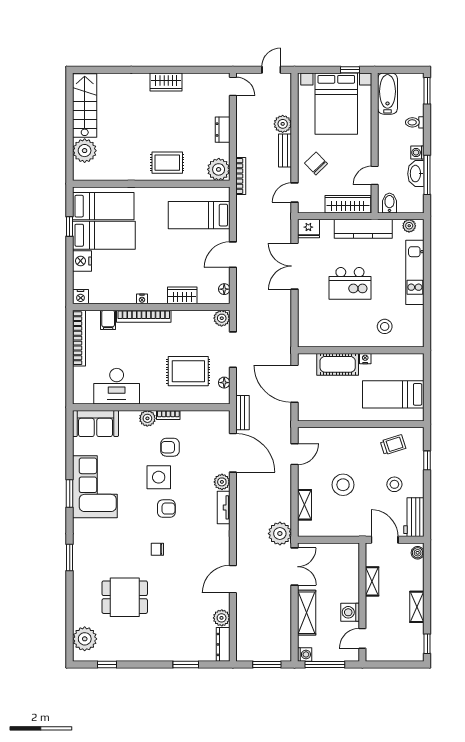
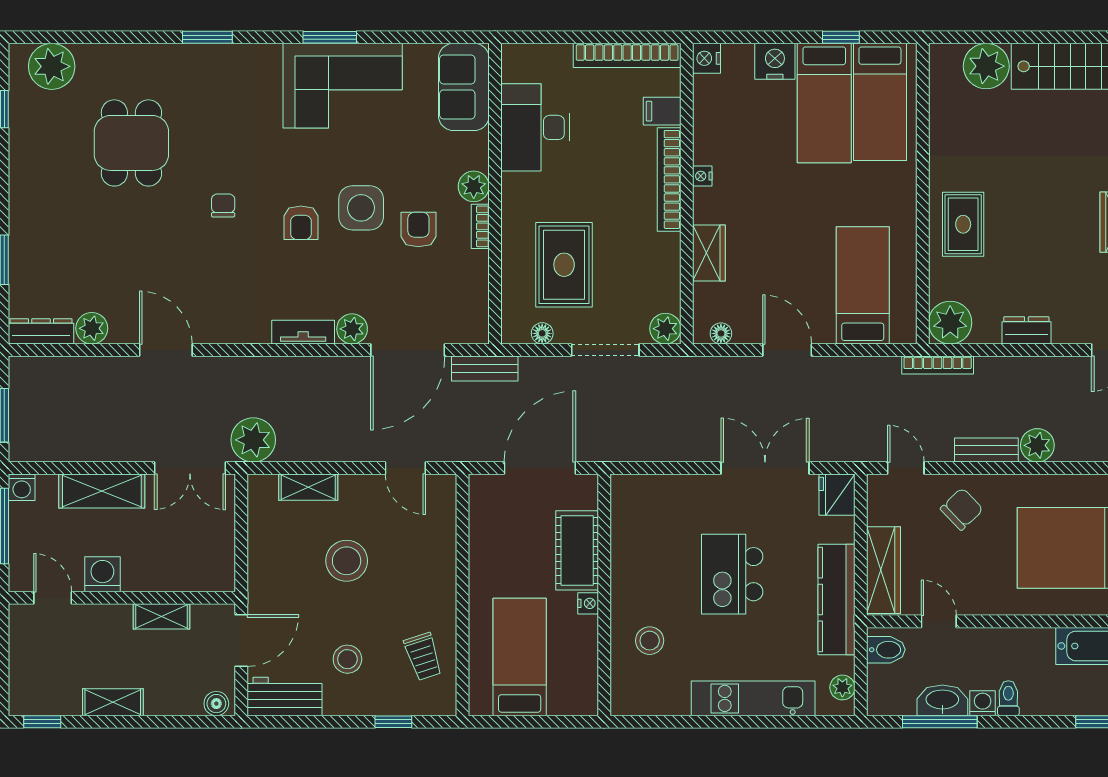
toilet: (415, 122) -> (1008, 698), moved

